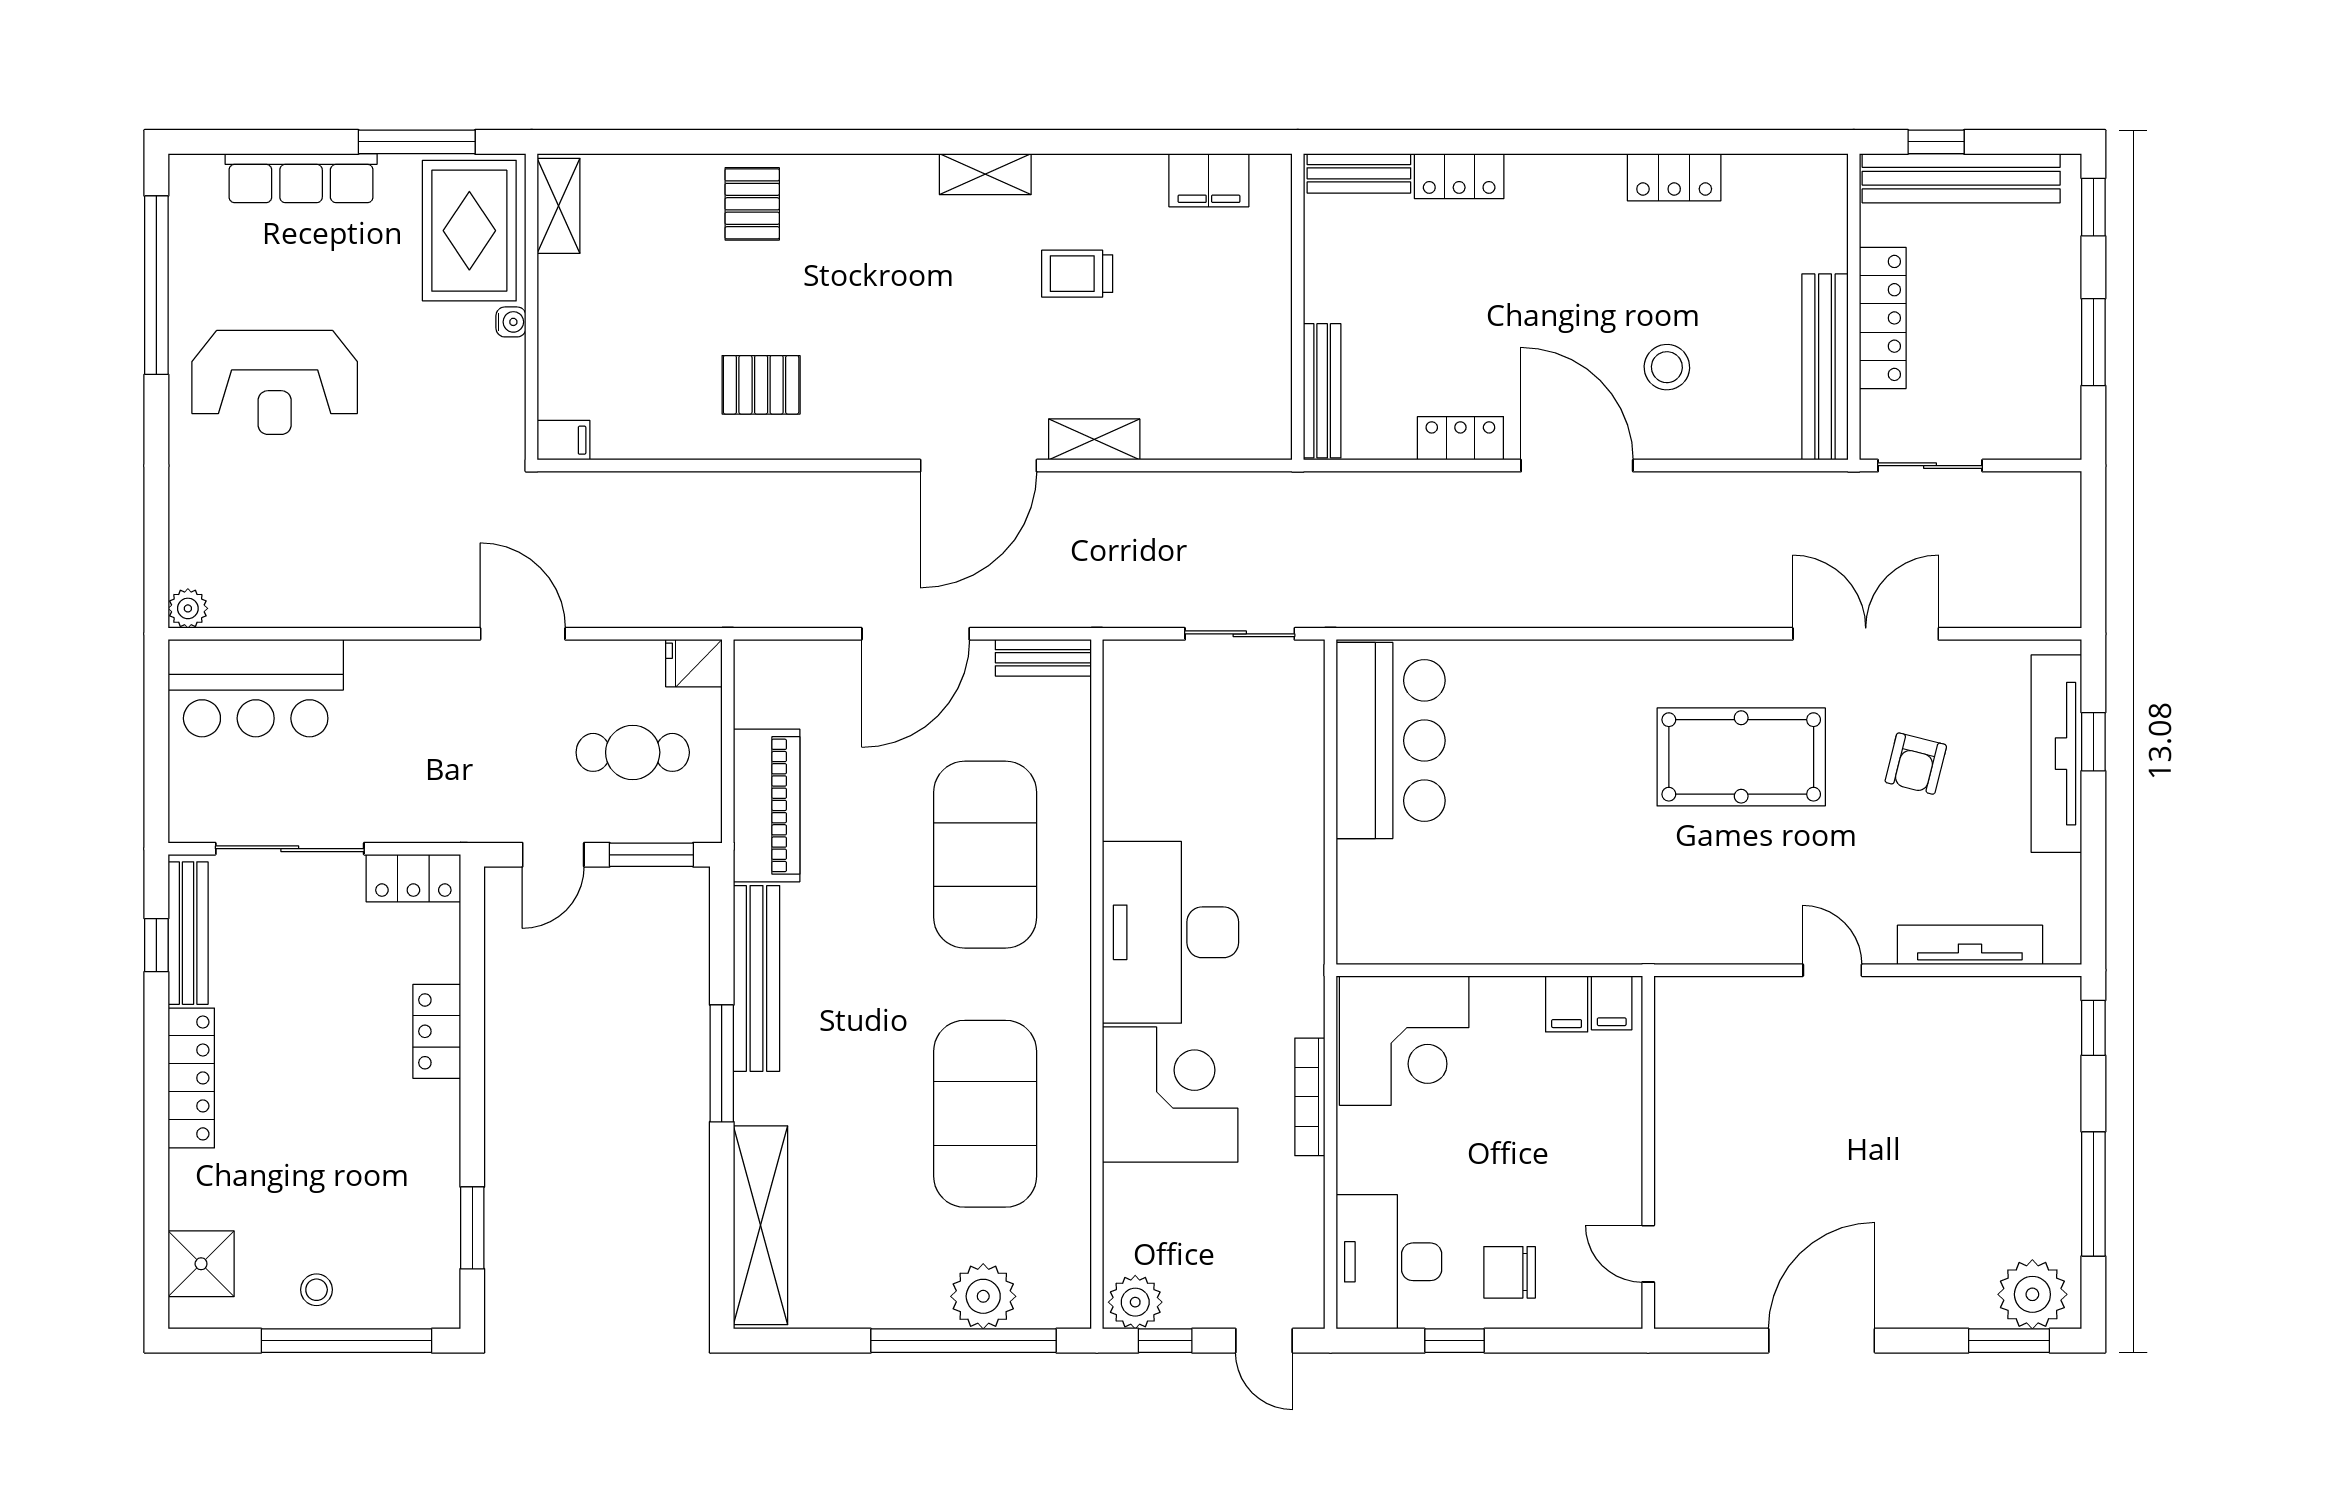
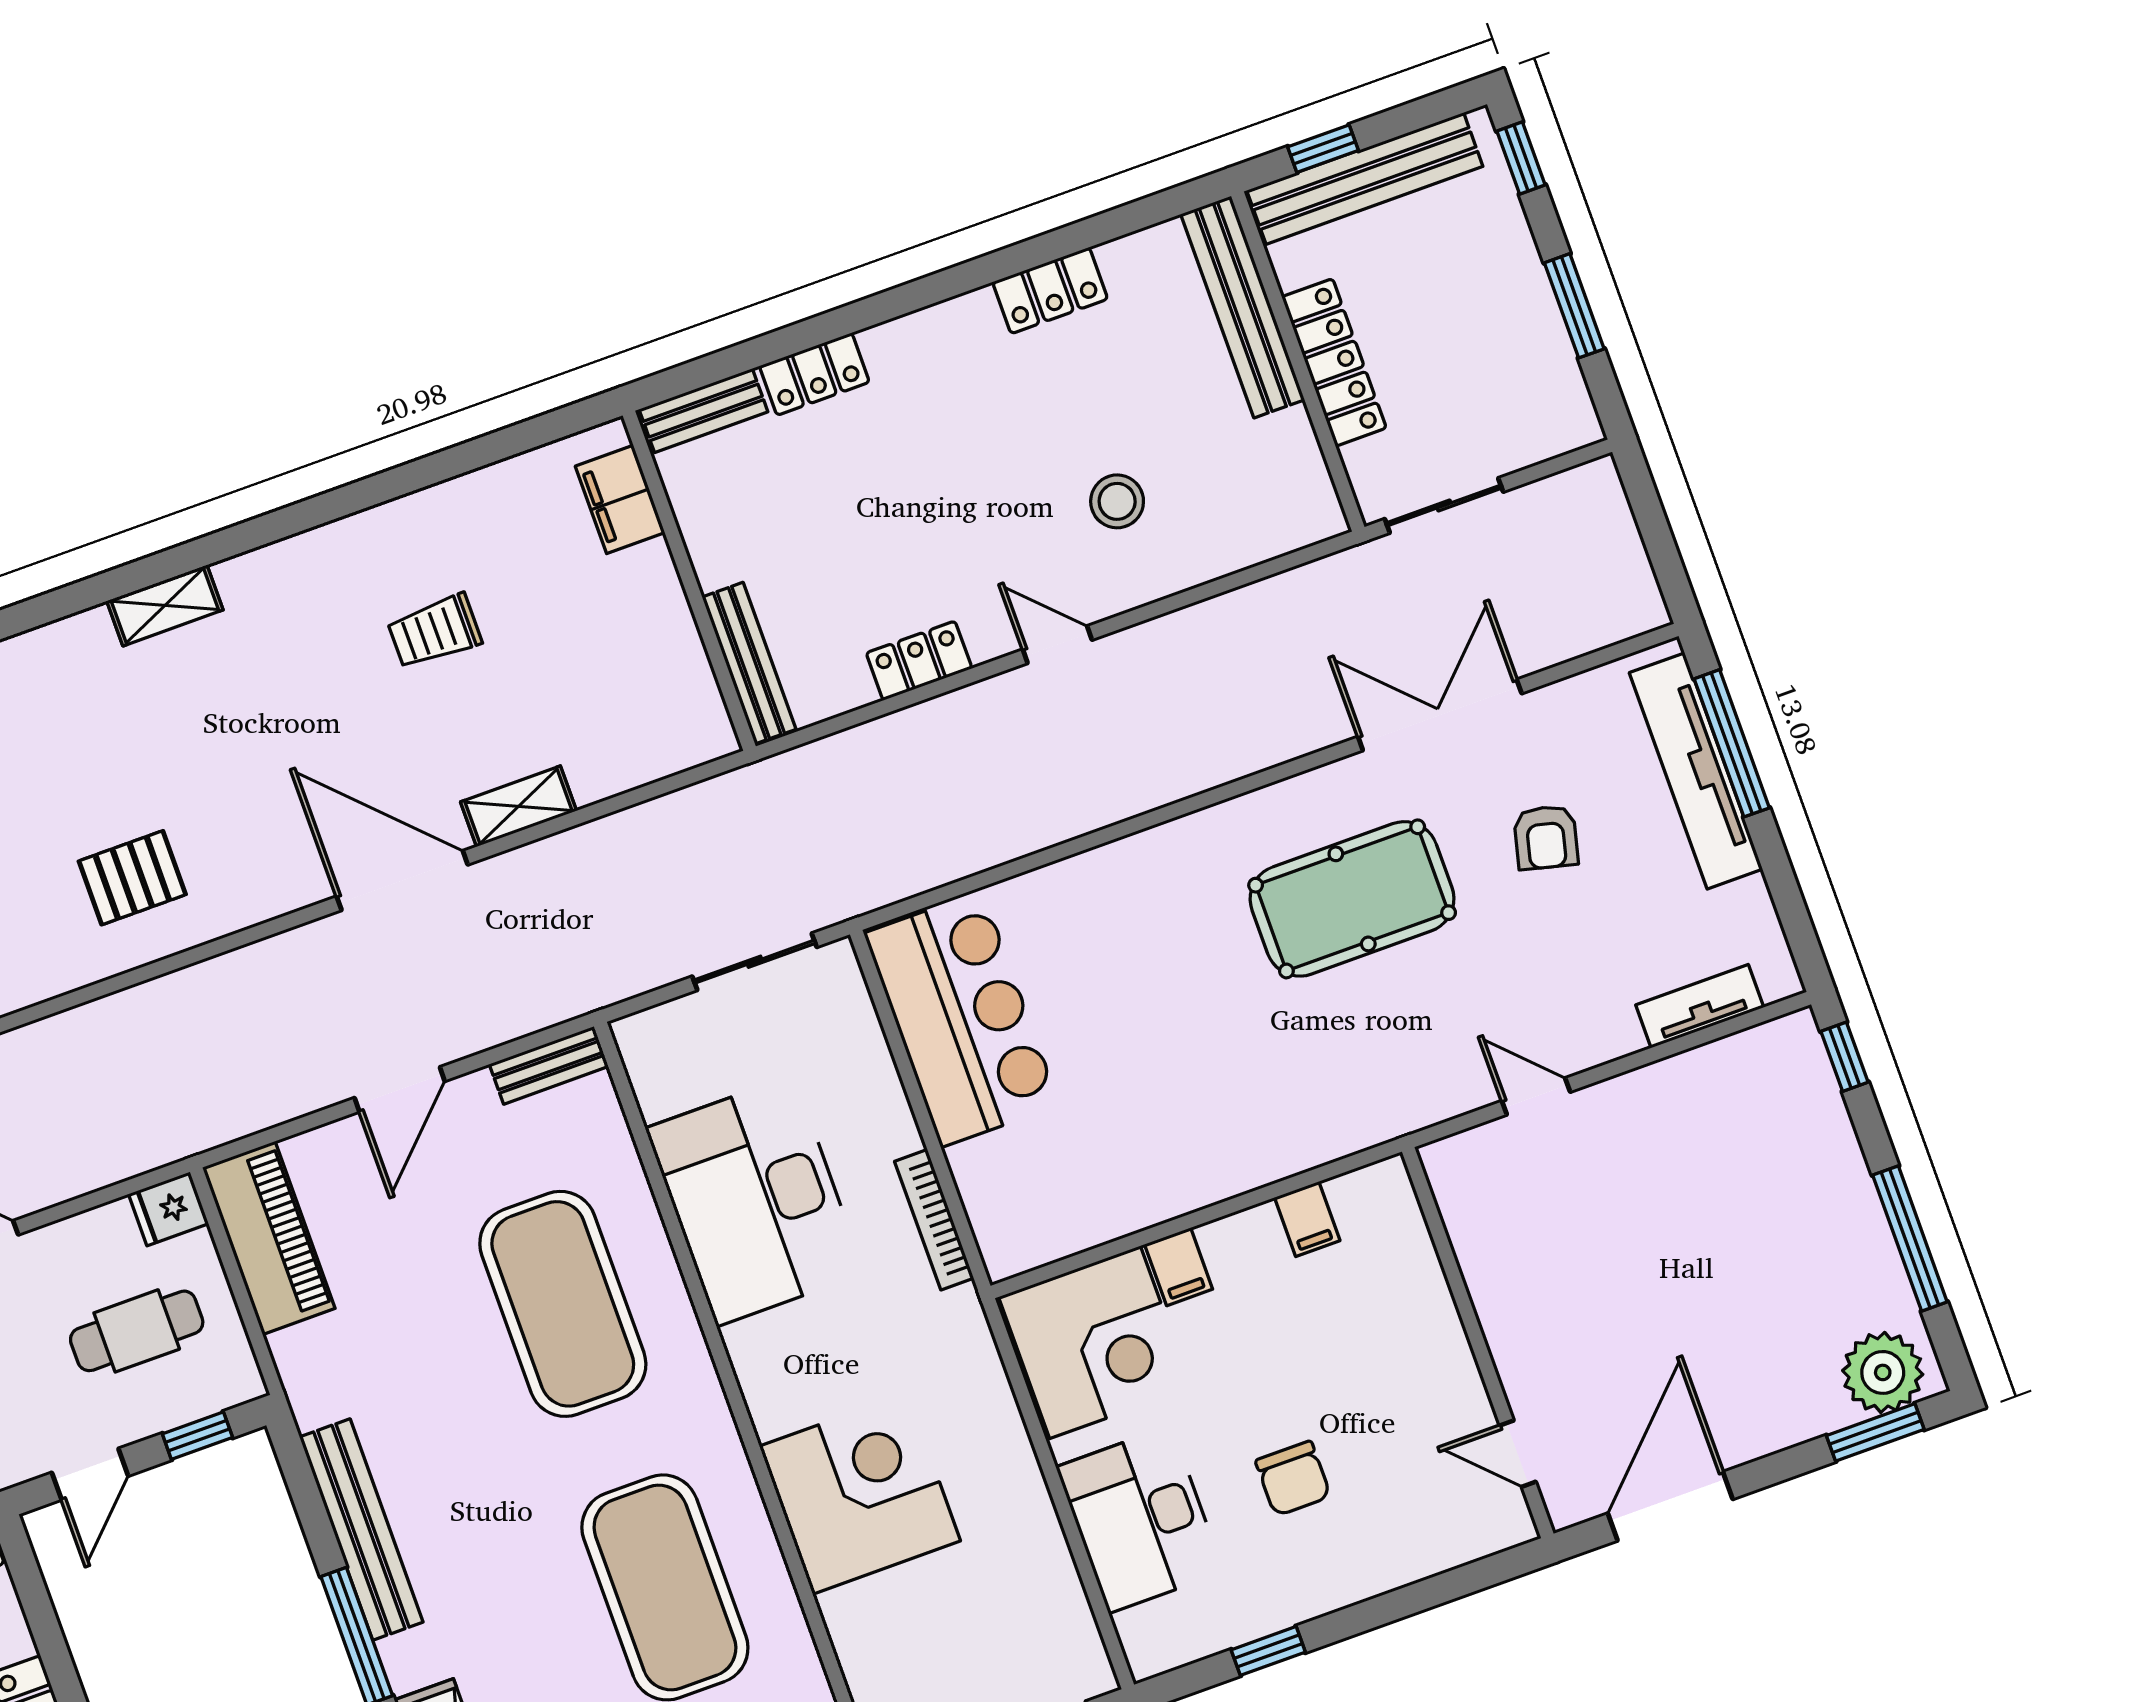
shelving: (985, 174) -> (165, 605), moved
filing cabinet: (1209, 180) -> (620, 499), moved, turned 90
pallet: (752, 204) -> (51, 683), removed
bench: (1825, 367) -> (1243, 307), moved
door: (978, 466) -> (402, 881), swing flipped
door: (1577, 466) -> (1057, 645), width x0.53
door: (916, 634) -> (400, 1089), width x0.73
window: (2093, 742) -> (1732, 743), width x2.17
piano: (767, 805) -> (269, 1238), moved
window: (651, 855) -> (197, 1436), width x0.67
desk: (1171, 932) -> (755, 1201), moved
tv unit: (1970, 945) -> (1700, 1006), width x0.71
filing cabinet: (1567, 1004) -> (1179, 1267), moved
bookcase: (1310, 1097) -> (934, 1220), moved
wall: (1648, 1152) -> (1478, 1343), moved
door: (1648, 1254) -> (1518, 1454), moved
desk: (1389, 1262) -> (1140, 1520), moved
chair: (1510, 1272) -> (1293, 1478), moved, turned -90

